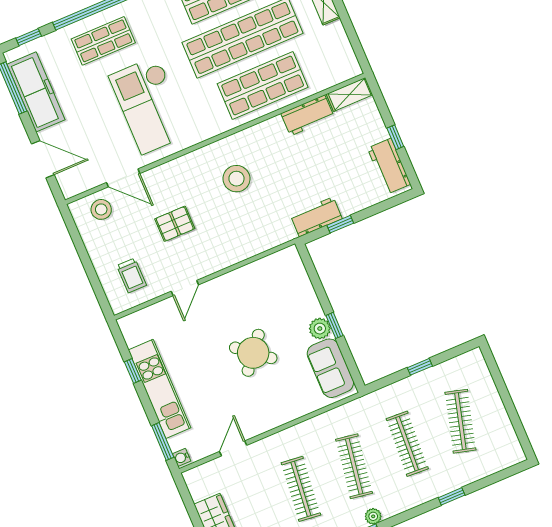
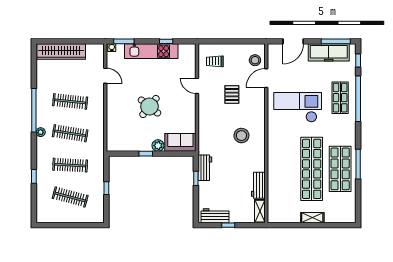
shop shelf: (263, 86) -> (283, 169), removed
plant: (320, 329) -> (158, 146), moved
sofa: (330, 368) -> (180, 142), moved

